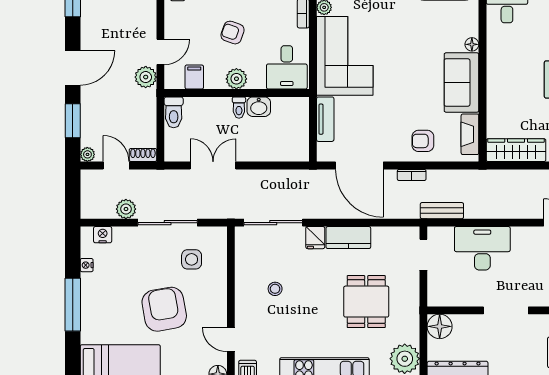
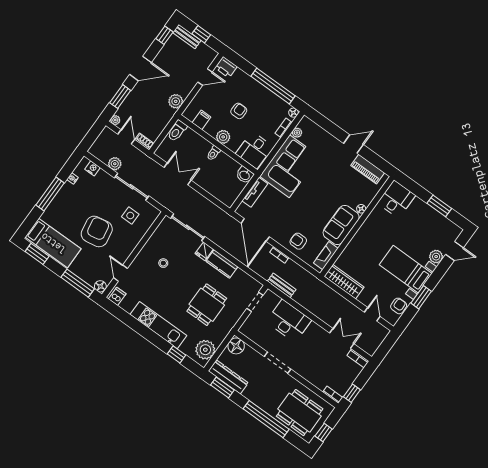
armchair: (233, 33) -> (239, 111), turned 71
door: (160, 52) -> (205, 77), moved
washbasin: (259, 107) -> (245, 175), moved

